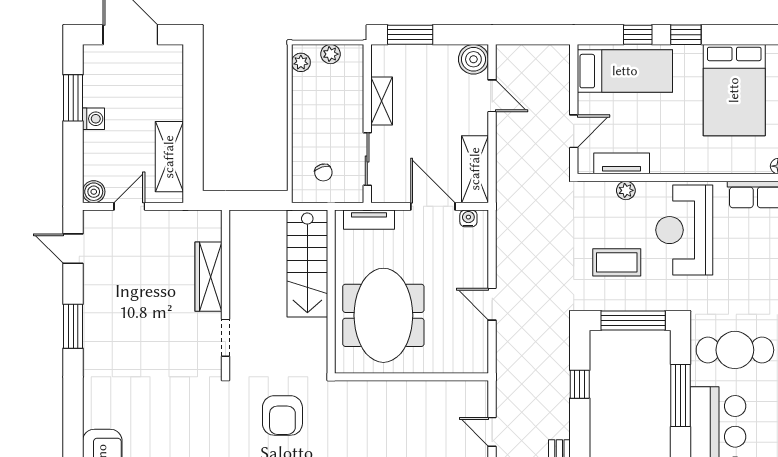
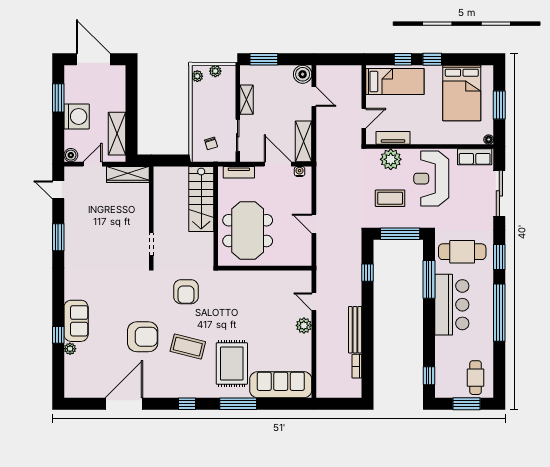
washing machine: (94, 119) -> (77, 116), width x1.89, depth x1.89
plant: (626, 190) -> (391, 159), width x1.87, depth x1.87
wardrobe: (208, 277) -> (128, 174), moved, turned -90

